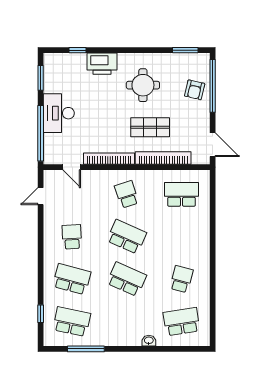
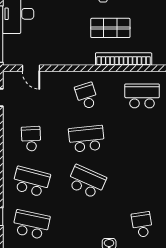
bookcase: (109, 159) -> (69, 60), removed
school desk: (127, 237) -> (87, 139), turned -30
school desk: (181, 279) -> (142, 182), removed
school desk: (181, 322) -> (142, 225), width x0.54

